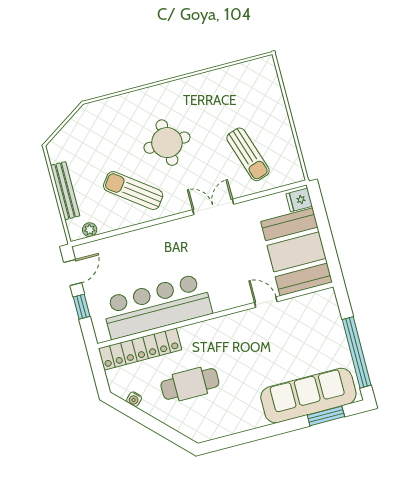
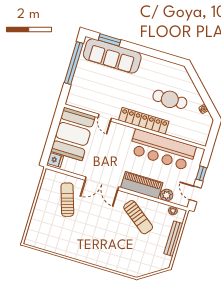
round table: (167, 143) -> (106, 231), removed
double door: (213, 207) -> (102, 183), width x1.37
piano: (156, 239) -> (142, 185), added
plant: (112, 246) -> (167, 195), added
door: (73, 273) -> (195, 194), hinge flipped
locker: (140, 349) -> (144, 121), moved

